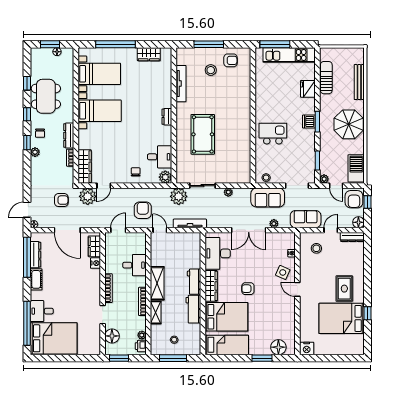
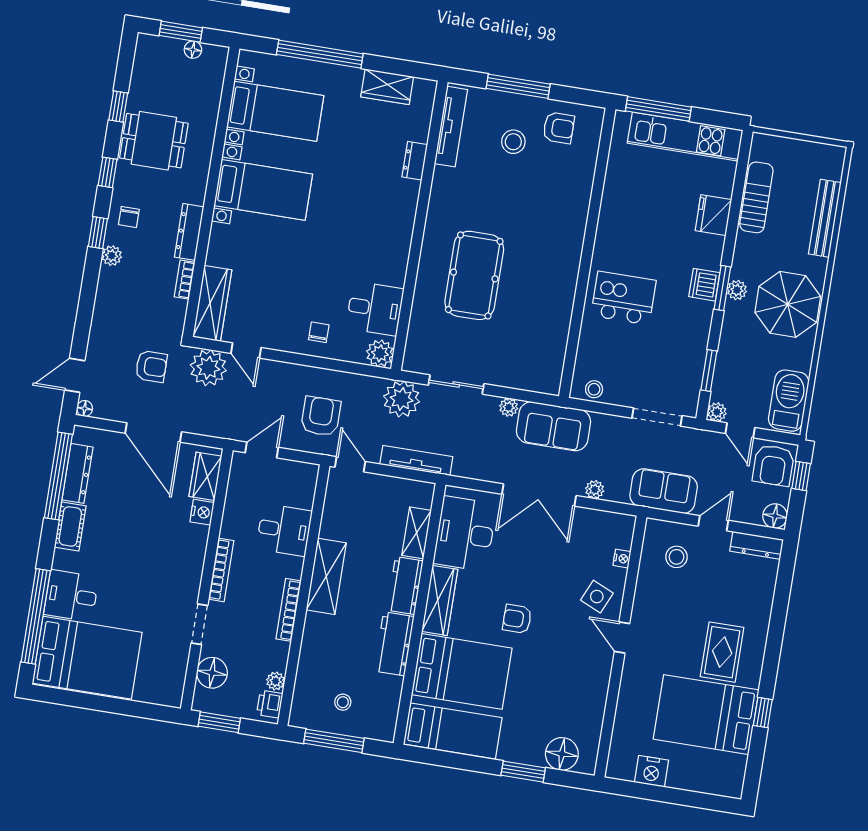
tv unit: (181, 84) -> (451, 127), moved
dining table: (46, 96) -> (154, 141), width x0.73
dresser: (167, 117) -> (415, 161), moved
plant: (324, 121) -> (737, 290), added
door: (104, 186) -> (246, 350), hinge flipped
sofa: (268, 198) -> (553, 426), moved
shelving: (156, 312) -> (417, 533), moved
nightstand: (307, 348) -> (652, 771), moved

